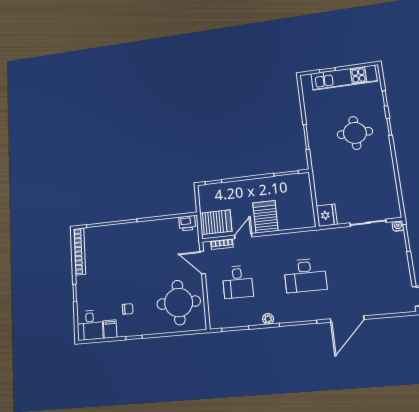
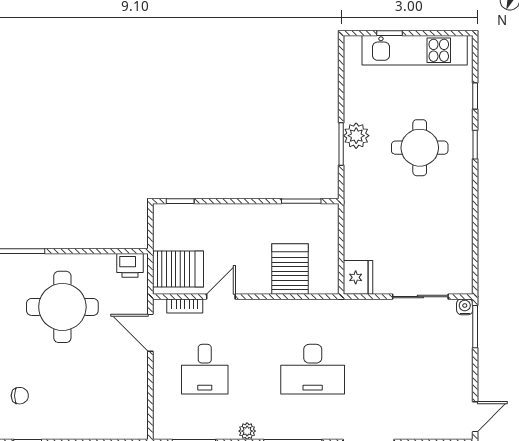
plant: (315, 131) -> (356, 136), added
server rack: (265, 217) -> (290, 269), moved
round table: (179, 303) -> (62, 307), moved

